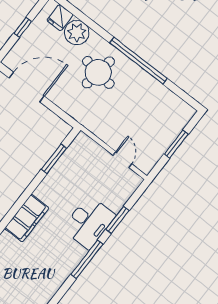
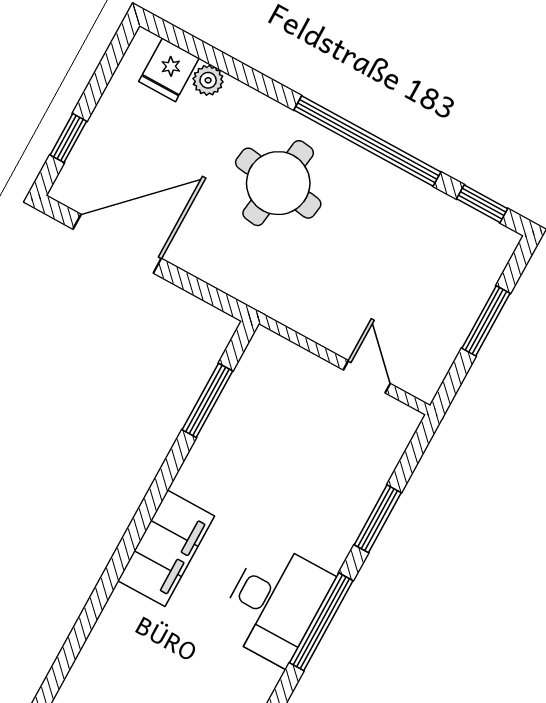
window: (23, 27) -> (68, 138), moved
plant: (77, 33) -> (208, 80), width x0.53, depth x0.53
window: (182, 95) -> (482, 204), added
desk: (89, 222) -> (275, 603), moved

